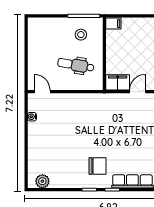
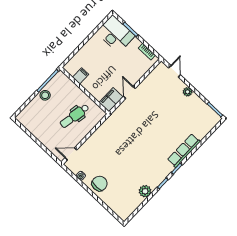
filing cabinet: (113, 24) -> (81, 76), moved
stool: (81, 35) -> (45, 95), moved
chair: (97, 166) -> (100, 184), moved
plant: (42, 181) -> (145, 191), moved

